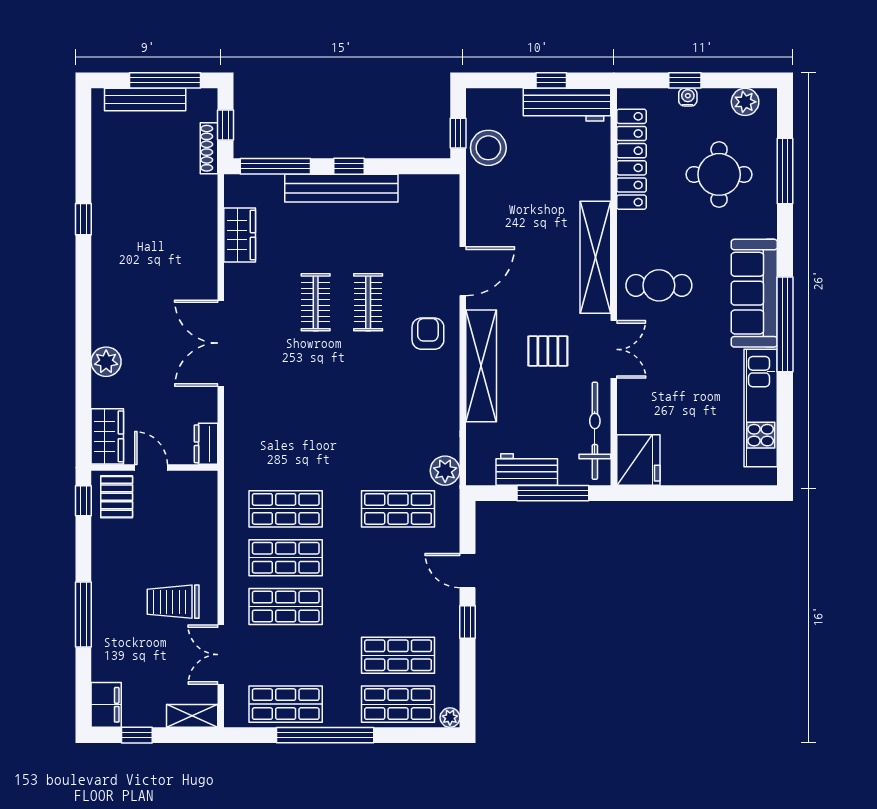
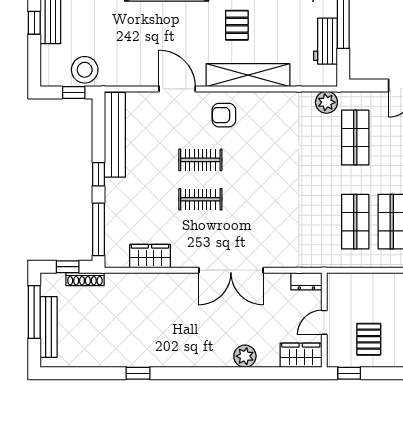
bench: (341, 188) -> (115, 135), moved
pallet: (117, 497) -> (369, 339), moved, turned 90

